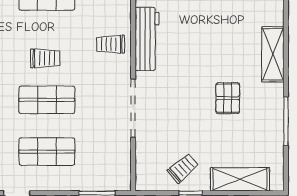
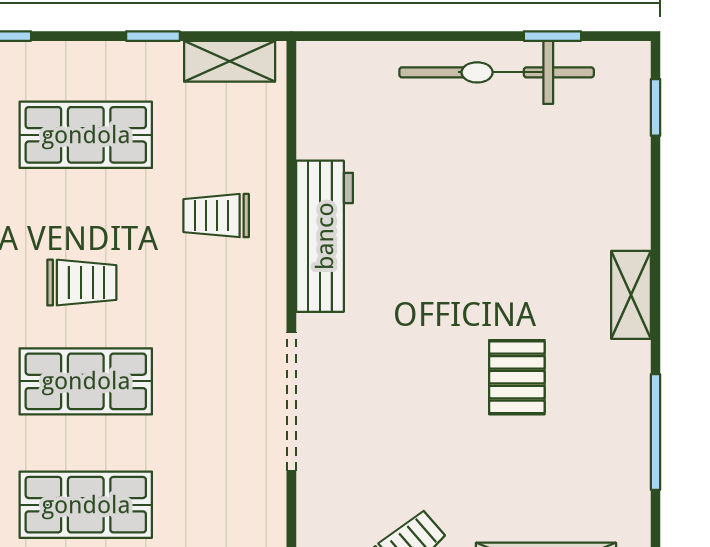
trolley: (111, 44) -> (216, 216), moved
shelving: (273, 54) -> (631, 295), width x0.67, depth x0.75

